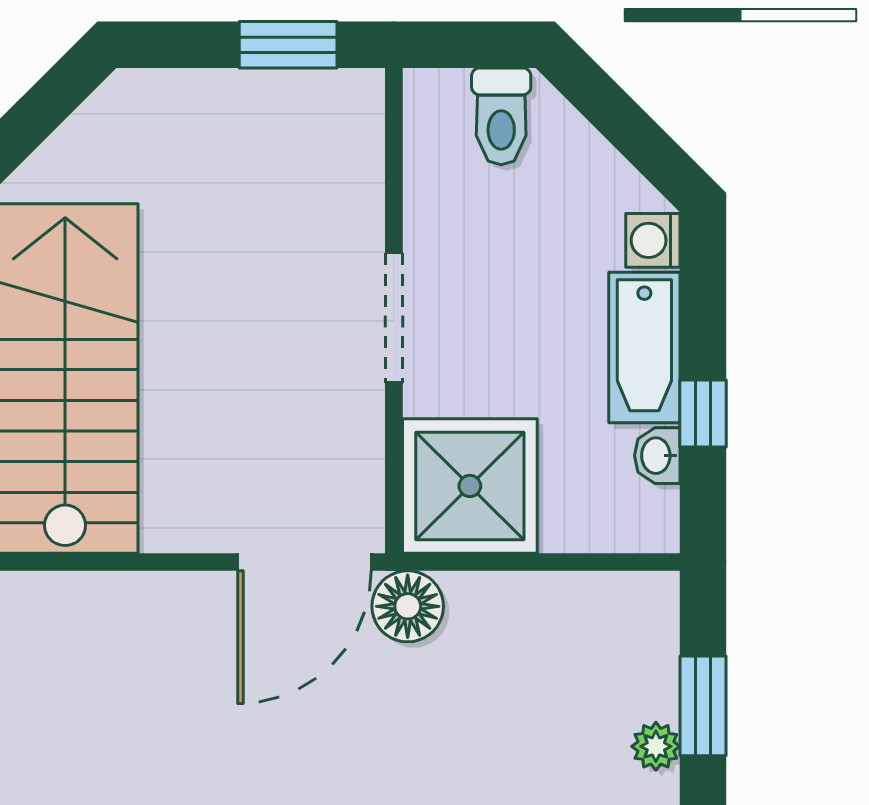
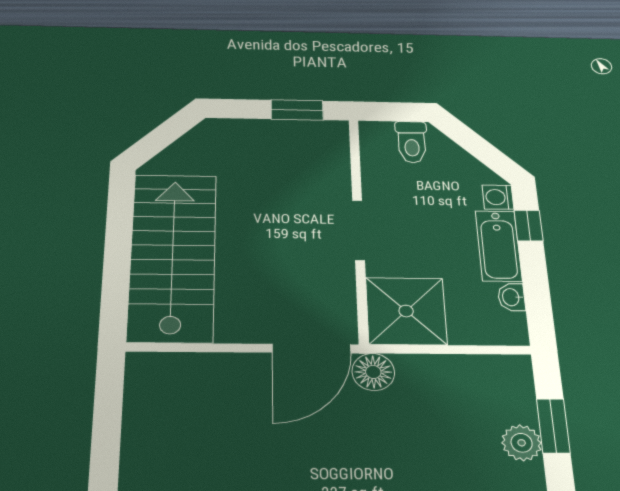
window: (703, 413) -> (528, 226), moved
plant: (656, 746) -> (522, 443), width x1.38, depth x1.38

